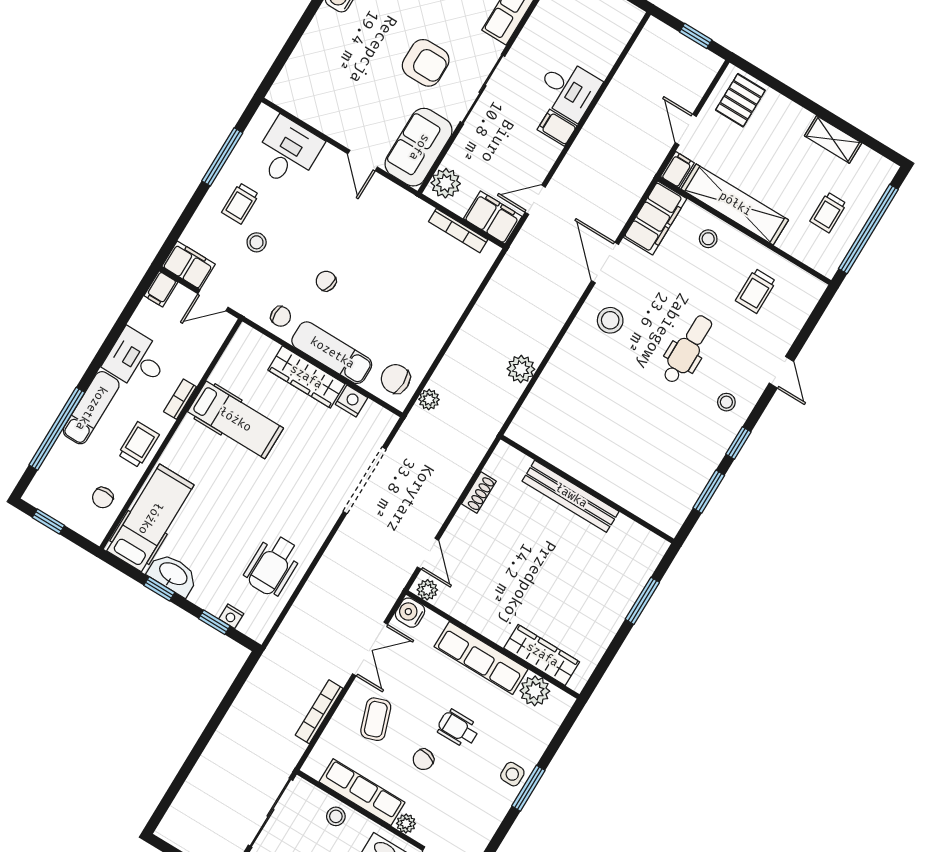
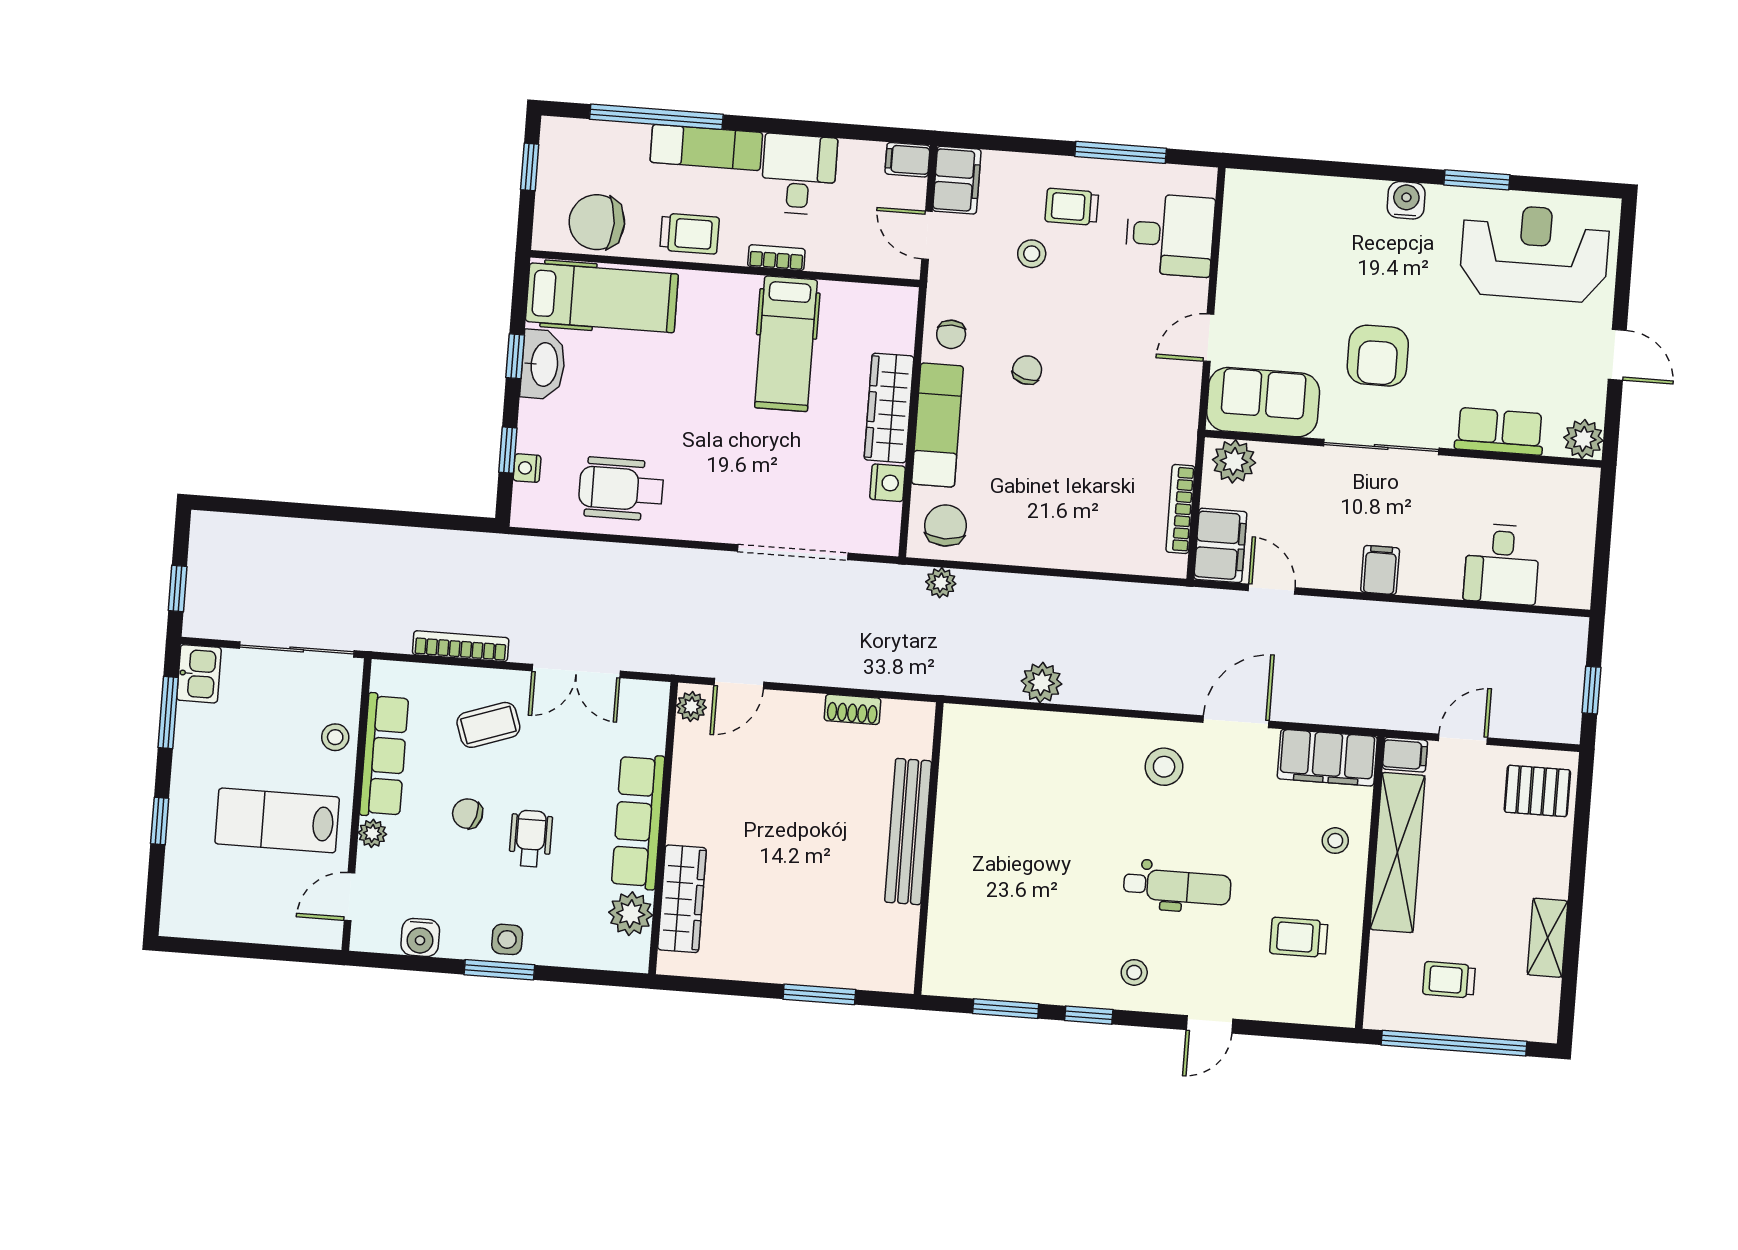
desk: (568, 89) -> (1502, 564), moved
chair: (103, 498) -> (597, 222), width x1.87, depth x1.87
water cooler: (410, 613) -> (420, 937), moved, turned 180

